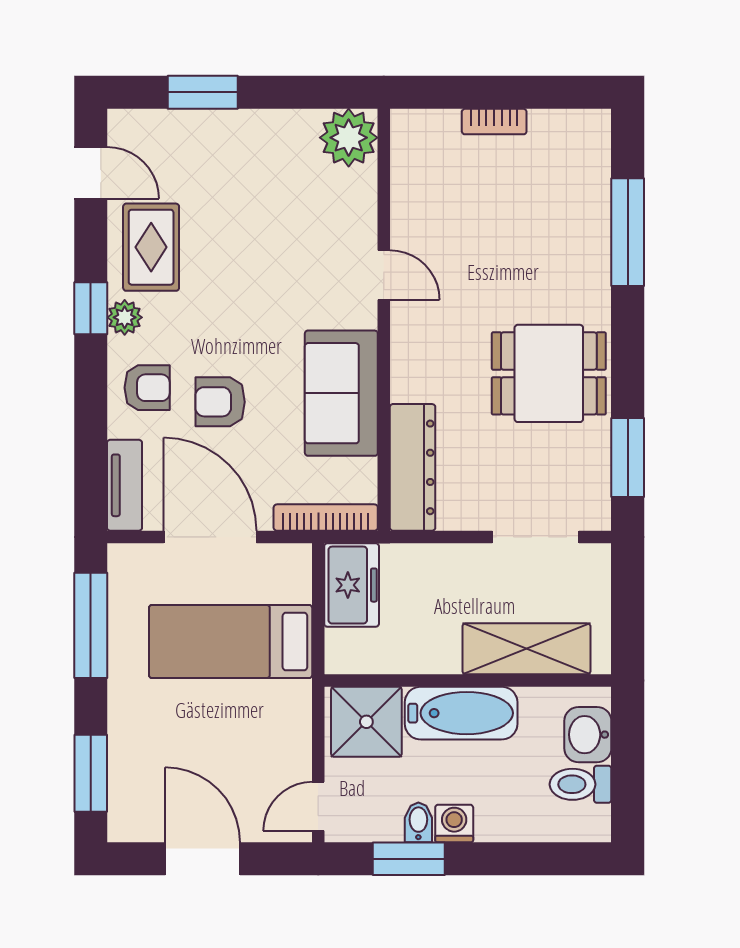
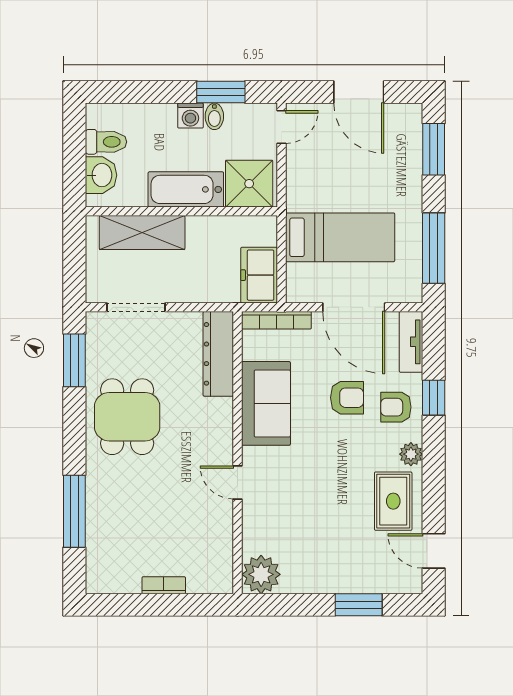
window: (91, 308) -> (434, 398), moved
dining table: (549, 373) -> (127, 417), turned 90

